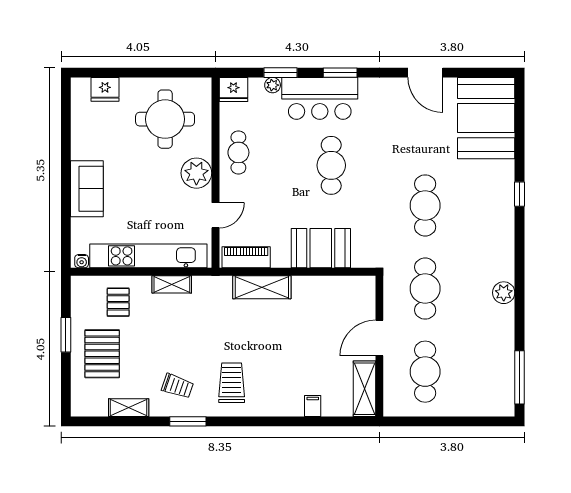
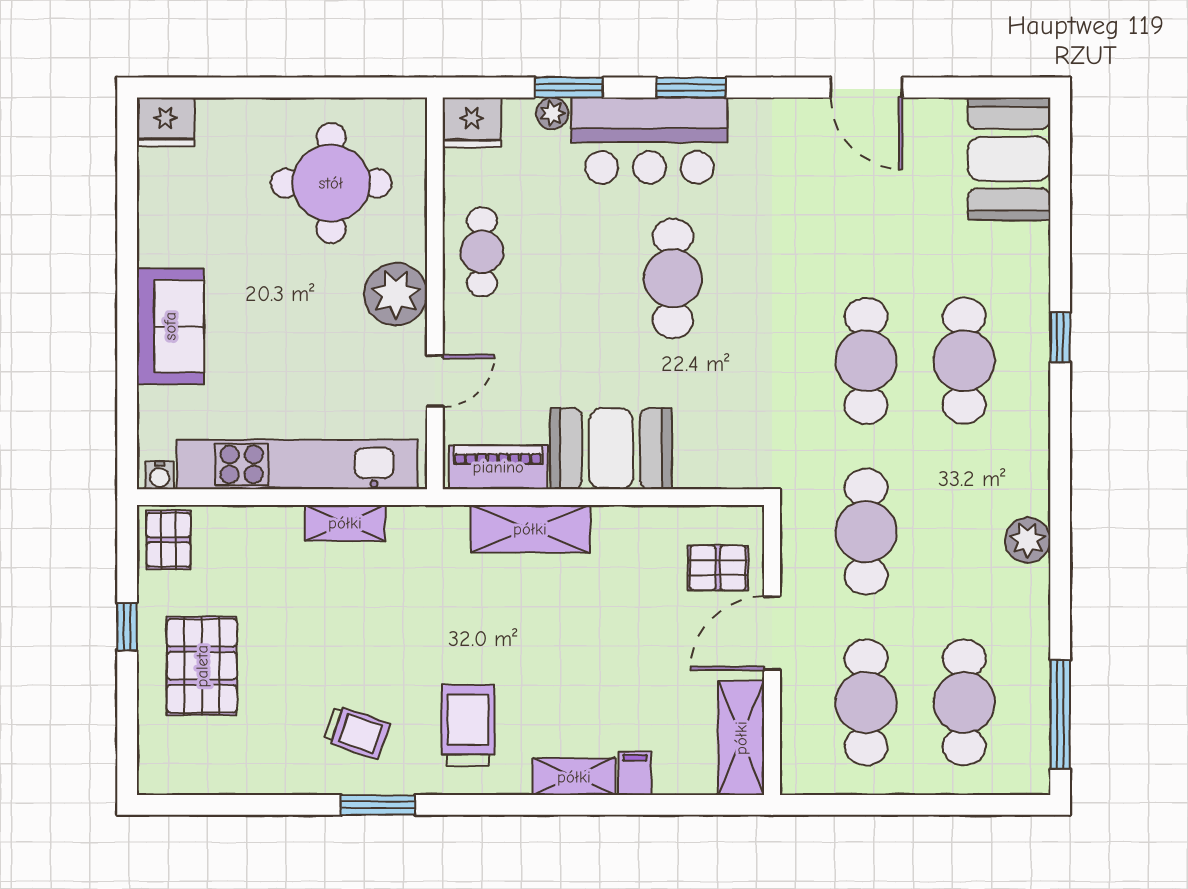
fridge: (105, 89) -> (165, 122), moved
booth: (486, 118) -> (1009, 159), width x0.73, depth x0.70
cafe table: (473, 205) -> (964, 361), added
booth: (321, 248) -> (611, 449), moved
pallet: (118, 302) -> (168, 540), moved
pallet: (353, 306) -> (718, 568), added
window: (66, 335) -> (127, 627), width x0.67
cafe table: (473, 372) -> (964, 702), added
shelving: (129, 408) -> (574, 777), moved

